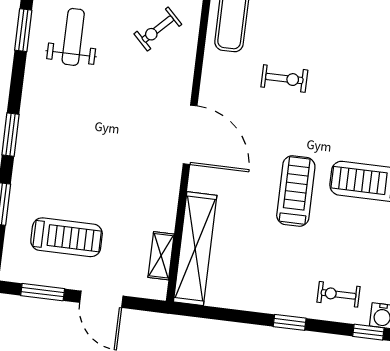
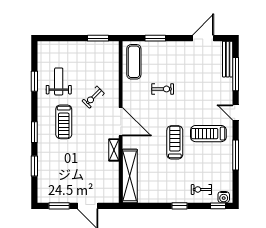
exercise bike: (158, 29) -> (93, 97), moved
treadmill: (67, 237) -> (64, 122), moved, turned 90
shelving: (161, 256) -> (114, 150), moved

